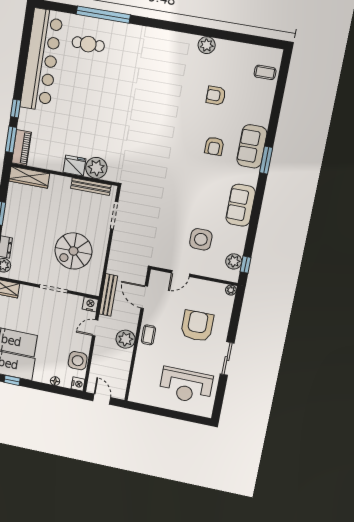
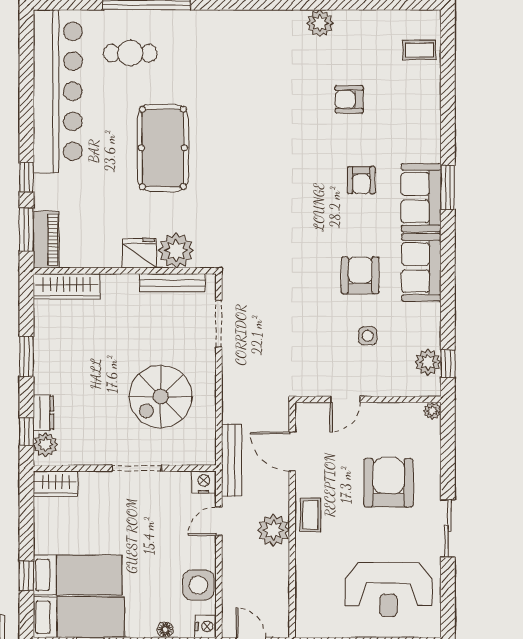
pool table: (98, 105) -> (163, 148), added
sofa: (252, 146) -> (421, 198), moved
armchair: (203, 203) -> (360, 275), added
side table: (201, 239) -> (368, 336), width x0.54, depth x0.54

